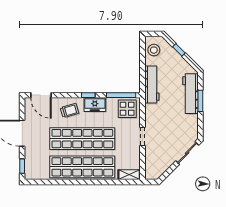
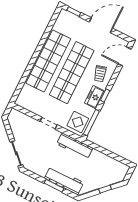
stool: (154, 50) -> (115, 168), removed
workbench: (152, 85) -> (75, 146), moved
shelving: (129, 175) -> (23, 96), removed

